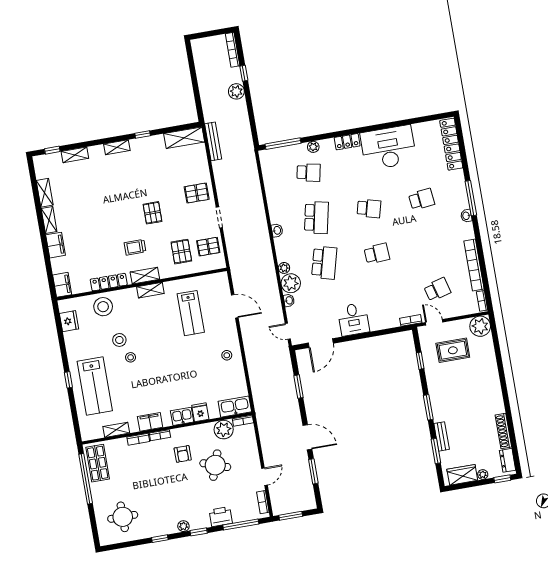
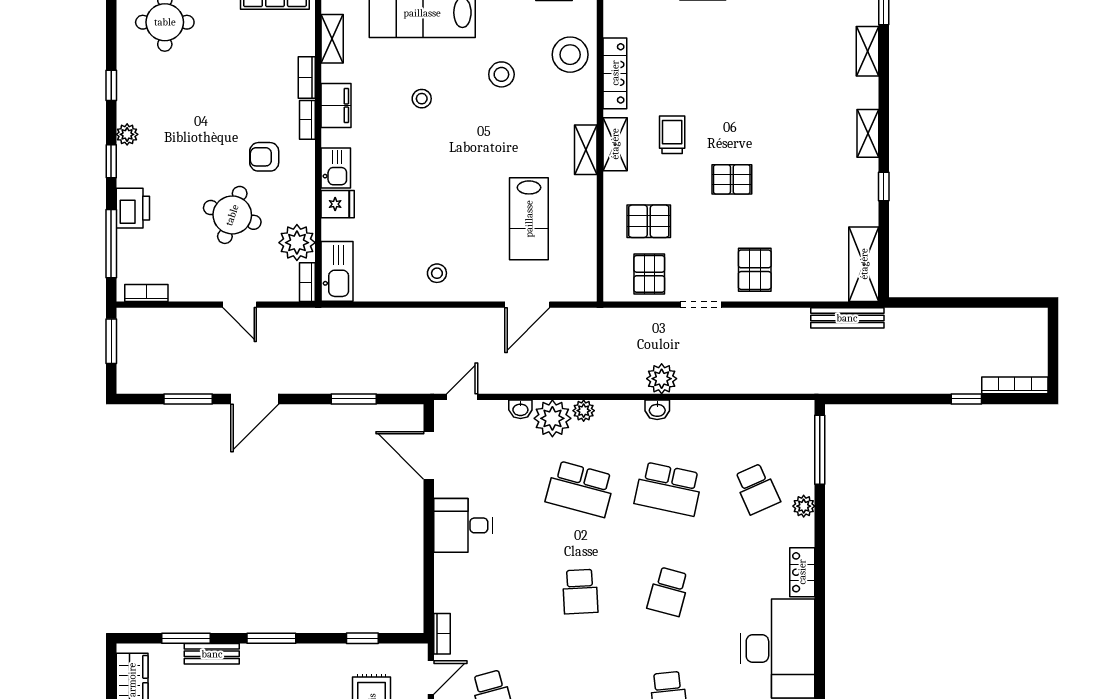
plant: (236, 91) -> (662, 379), moved
school desk: (309, 172) -> (757, 489), turned -36
lab bench: (191, 313) -> (529, 219), turned -90
stool: (131, 357) -> (422, 99), moved
door: (265, 477) -> (240, 305), moved

